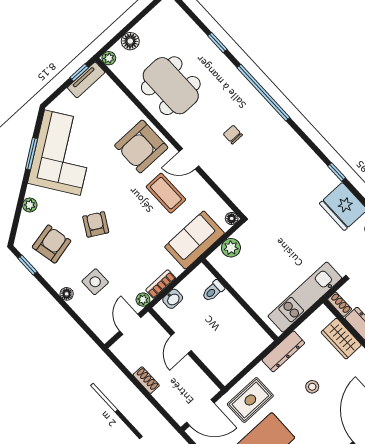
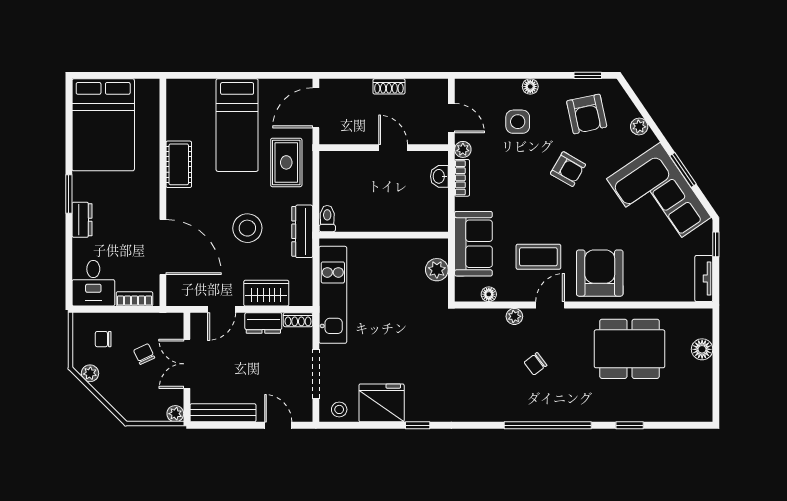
plant: (109, 58) -> (514, 316), moved
window: (79, 73) -> (716, 244), moved
chair: (233, 135) -> (535, 364), turned 143
floor lamp: (232, 218) -> (489, 294), moved
toilet: (213, 291) -> (327, 219), moved
stool: (312, 387) -> (247, 228), width x1.89, depth x1.89

